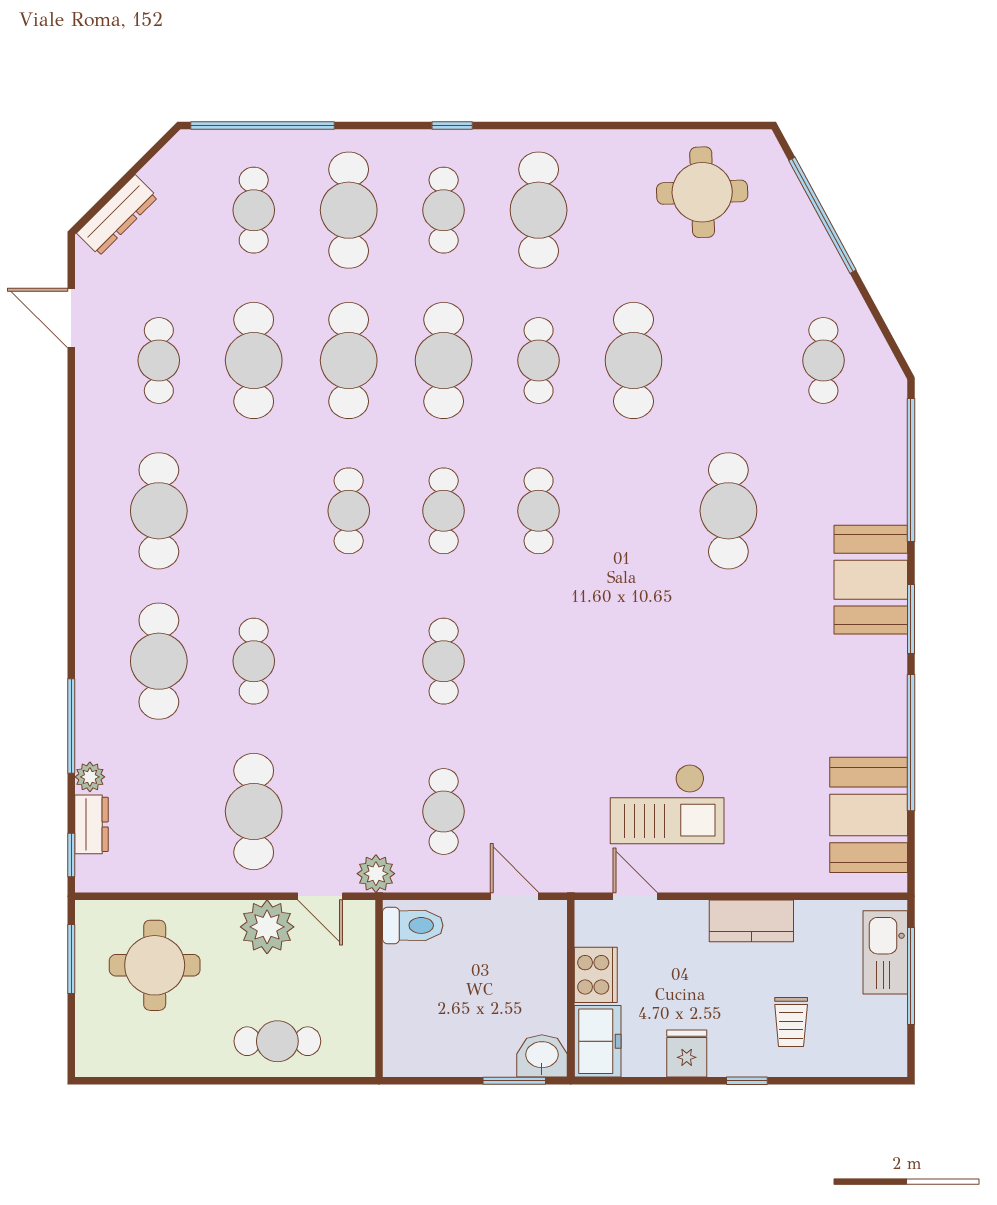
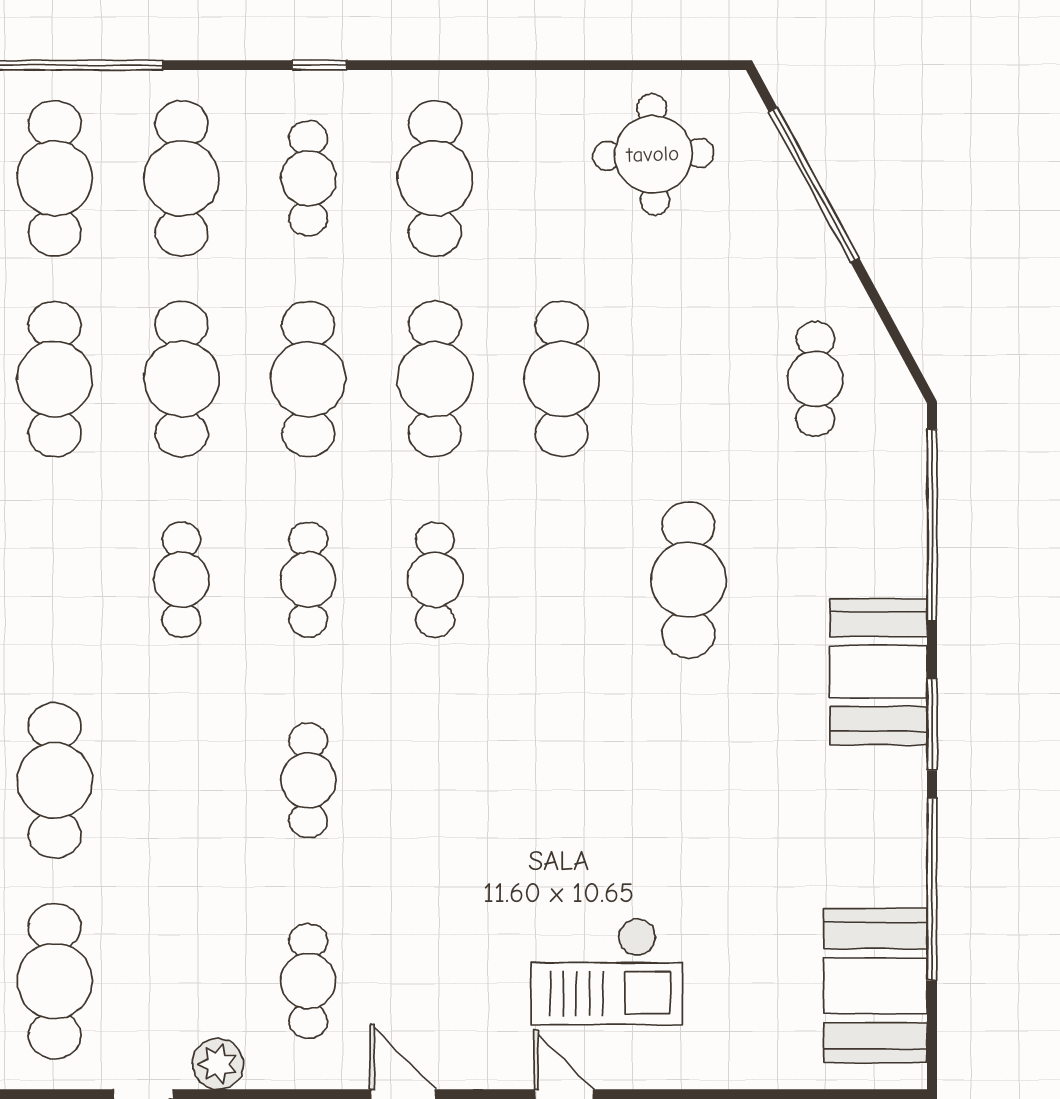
cafe table: (254, 210) -> (55, 178), width x1.37, depth x1.35
cafe table: (539, 360) -> (435, 379), width x1.37, depth x1.35
cafe table: (254, 661) -> (55, 780), width x1.37, depth x1.35

